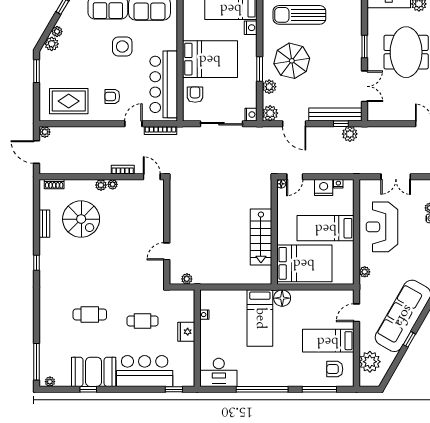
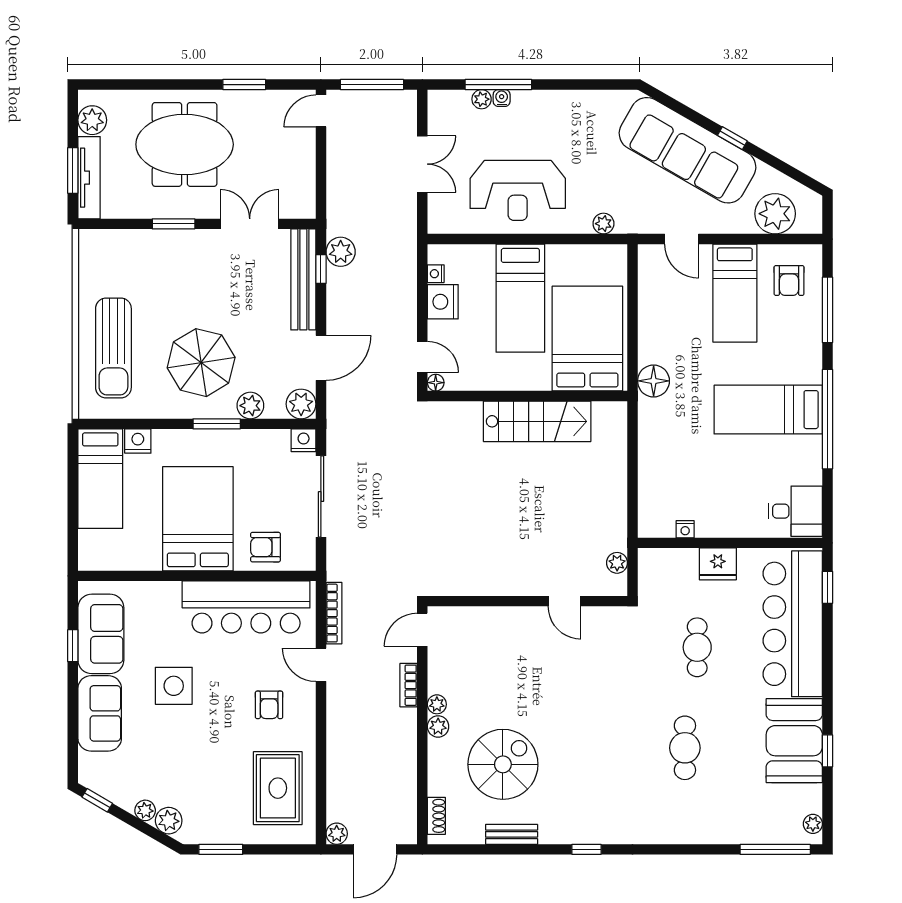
bed: (260, 318) -> (768, 410), moved, turned 180
bar counter: (145, 371) -> (793, 624), width x1.36
desk: (219, 372) -> (795, 511), width x0.73

